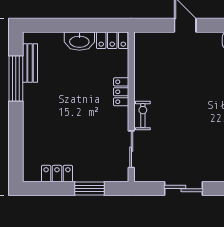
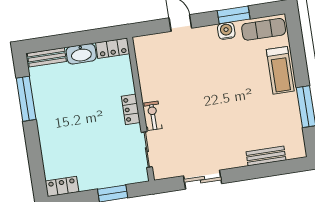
bench: (30, 63) -> (47, 57), moved, turned 90
locker: (121, 92) -> (131, 109), moved
locker: (57, 174) -> (62, 186), moved

